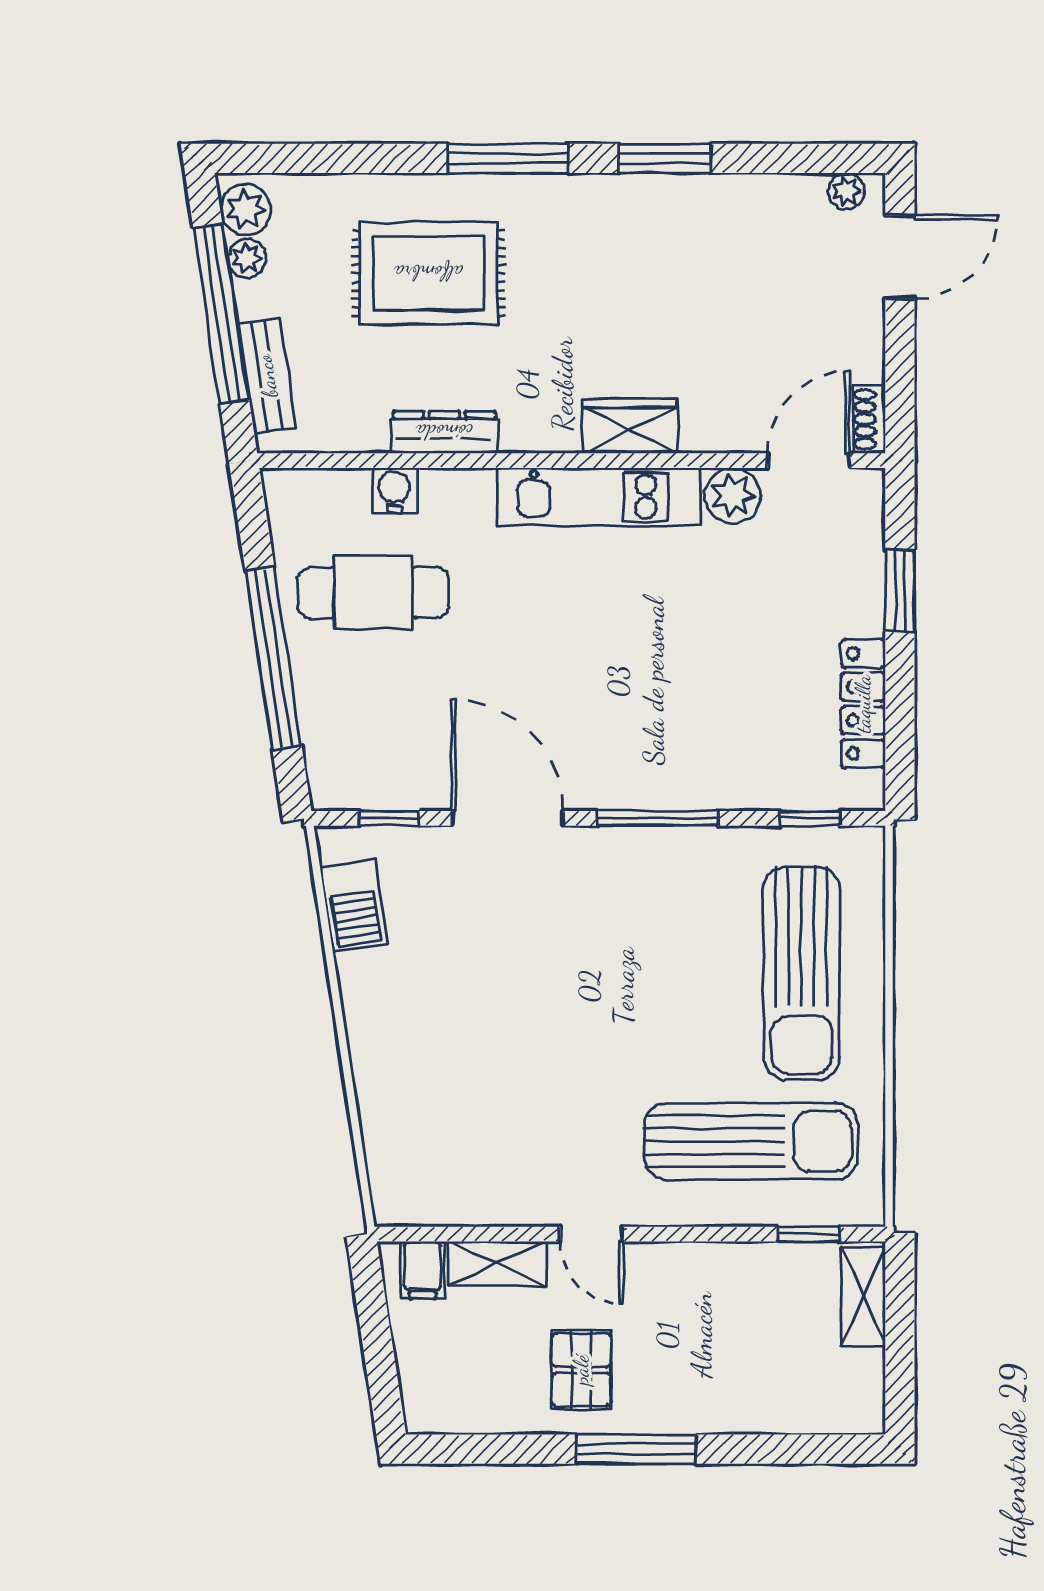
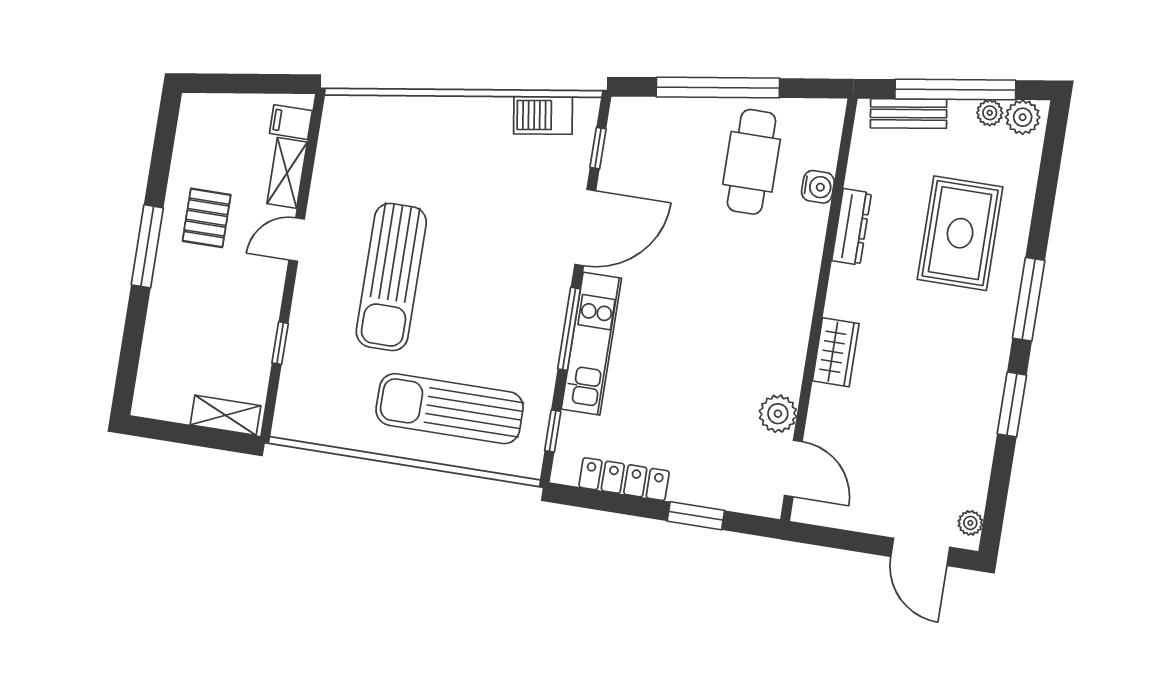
shoe rack: (869, 419) -> (815, 514), removed
kitchen unit: (599, 497) -> (591, 344), moved, turned 180
sun lounger: (751, 1141) -> (391, 277), moved
window: (809, 1234) -> (280, 343), moved
pallet: (581, 1370) -> (207, 218), turned 90

